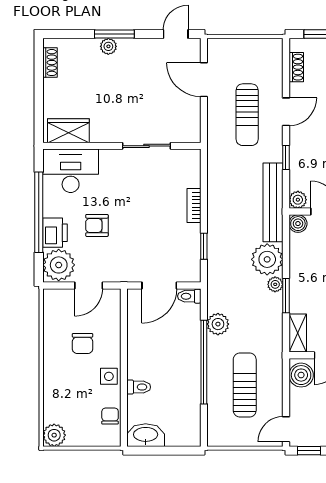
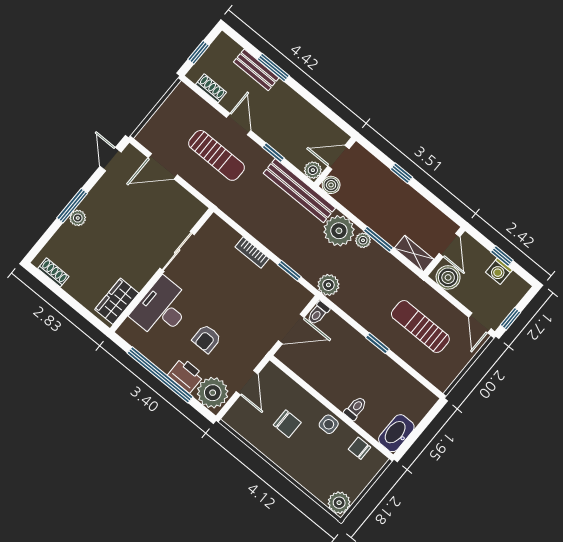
desk: (71, 171) -> (162, 309), moved
door: (159, 285) -> (291, 329), hinge flipped
plant: (218, 324) -> (328, 285), moved
window: (204, 362) -> (377, 343), width x0.32

